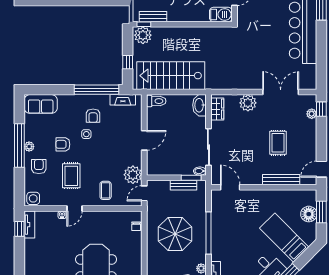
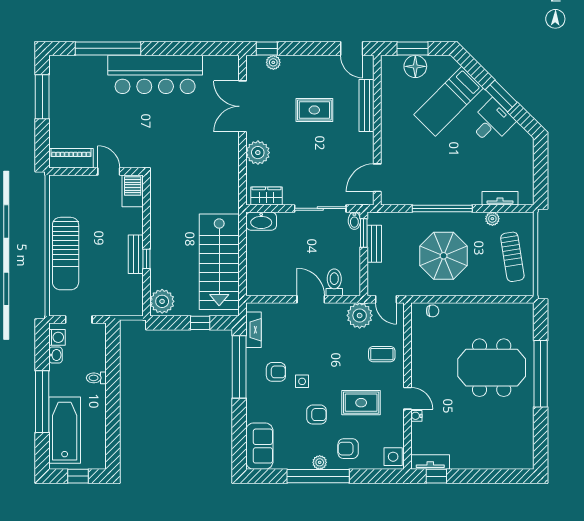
bench: (153, 17) -> (136, 254), moved
window: (144, 24) -> (147, 259), moved
toilet: (156, 101) -> (334, 282), moved
armchair: (63, 144) -> (317, 415), turned -90

